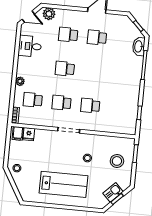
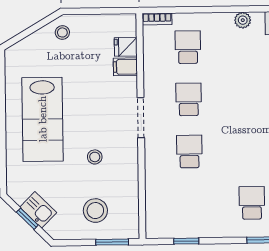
school desk: (65, 69) -> (252, 203), moved
plant: (20, 81) -> (243, 20), moved
filing cabinet: (18, 133) -> (125, 67), moved

